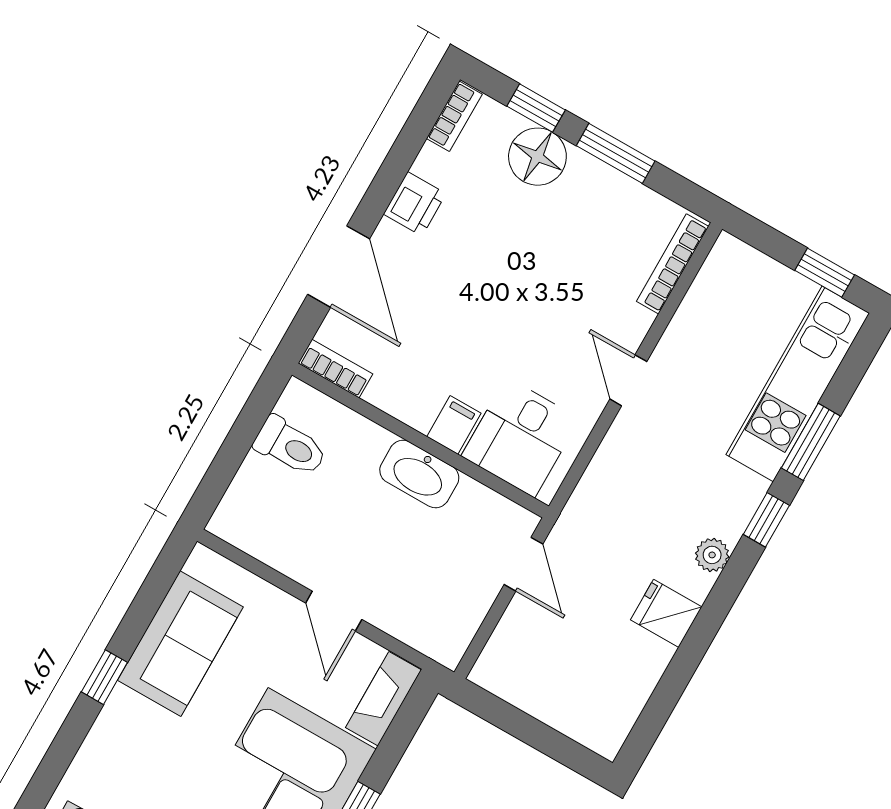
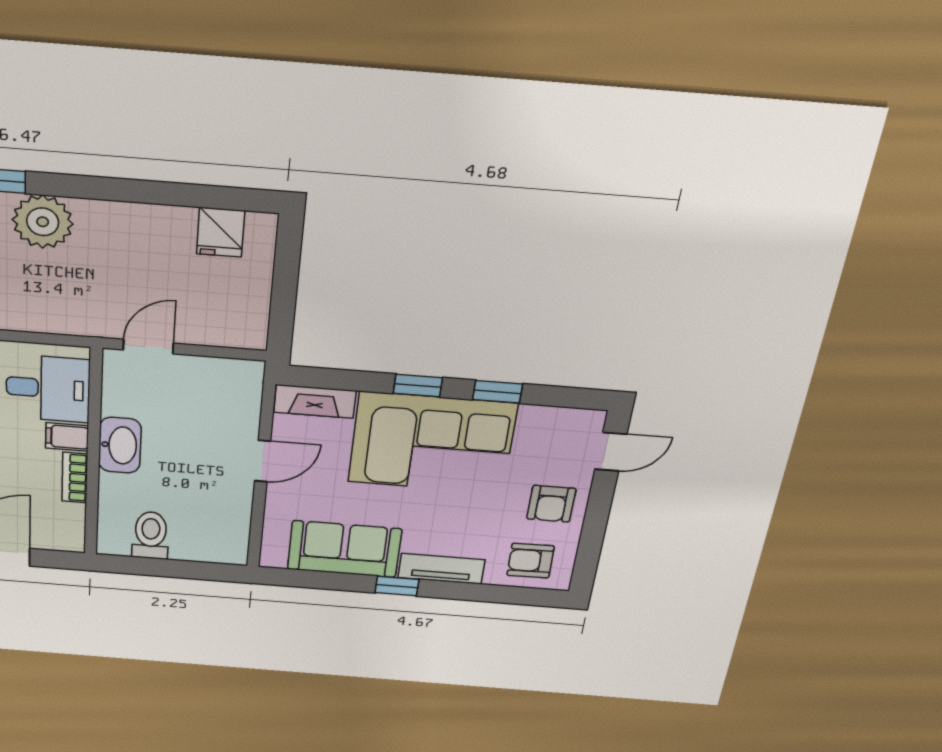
bookcase: (335, 369) -> (75, 478), moved
plant: (712, 555) -> (43, 222), width x1.88, depth x1.88
fridge: (666, 613) -> (221, 232), moved
tv unit: (108, 735) -> (441, 569), added

